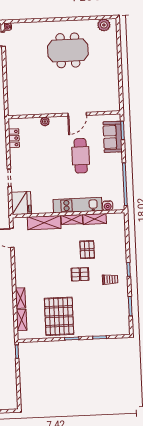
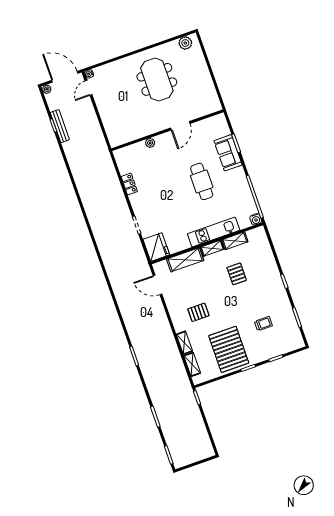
meeting table: (68, 50) -> (157, 79), turned 90
door: (77, 114) -> (180, 126), moved
wall: (64, 115) -> (167, 130), moved
plant: (45, 122) -> (150, 143), moved
water cooler: (108, 206) -> (256, 219), moved
pallet: (80, 274) -> (198, 312), moved
trolley: (110, 280) -> (263, 324), moved

